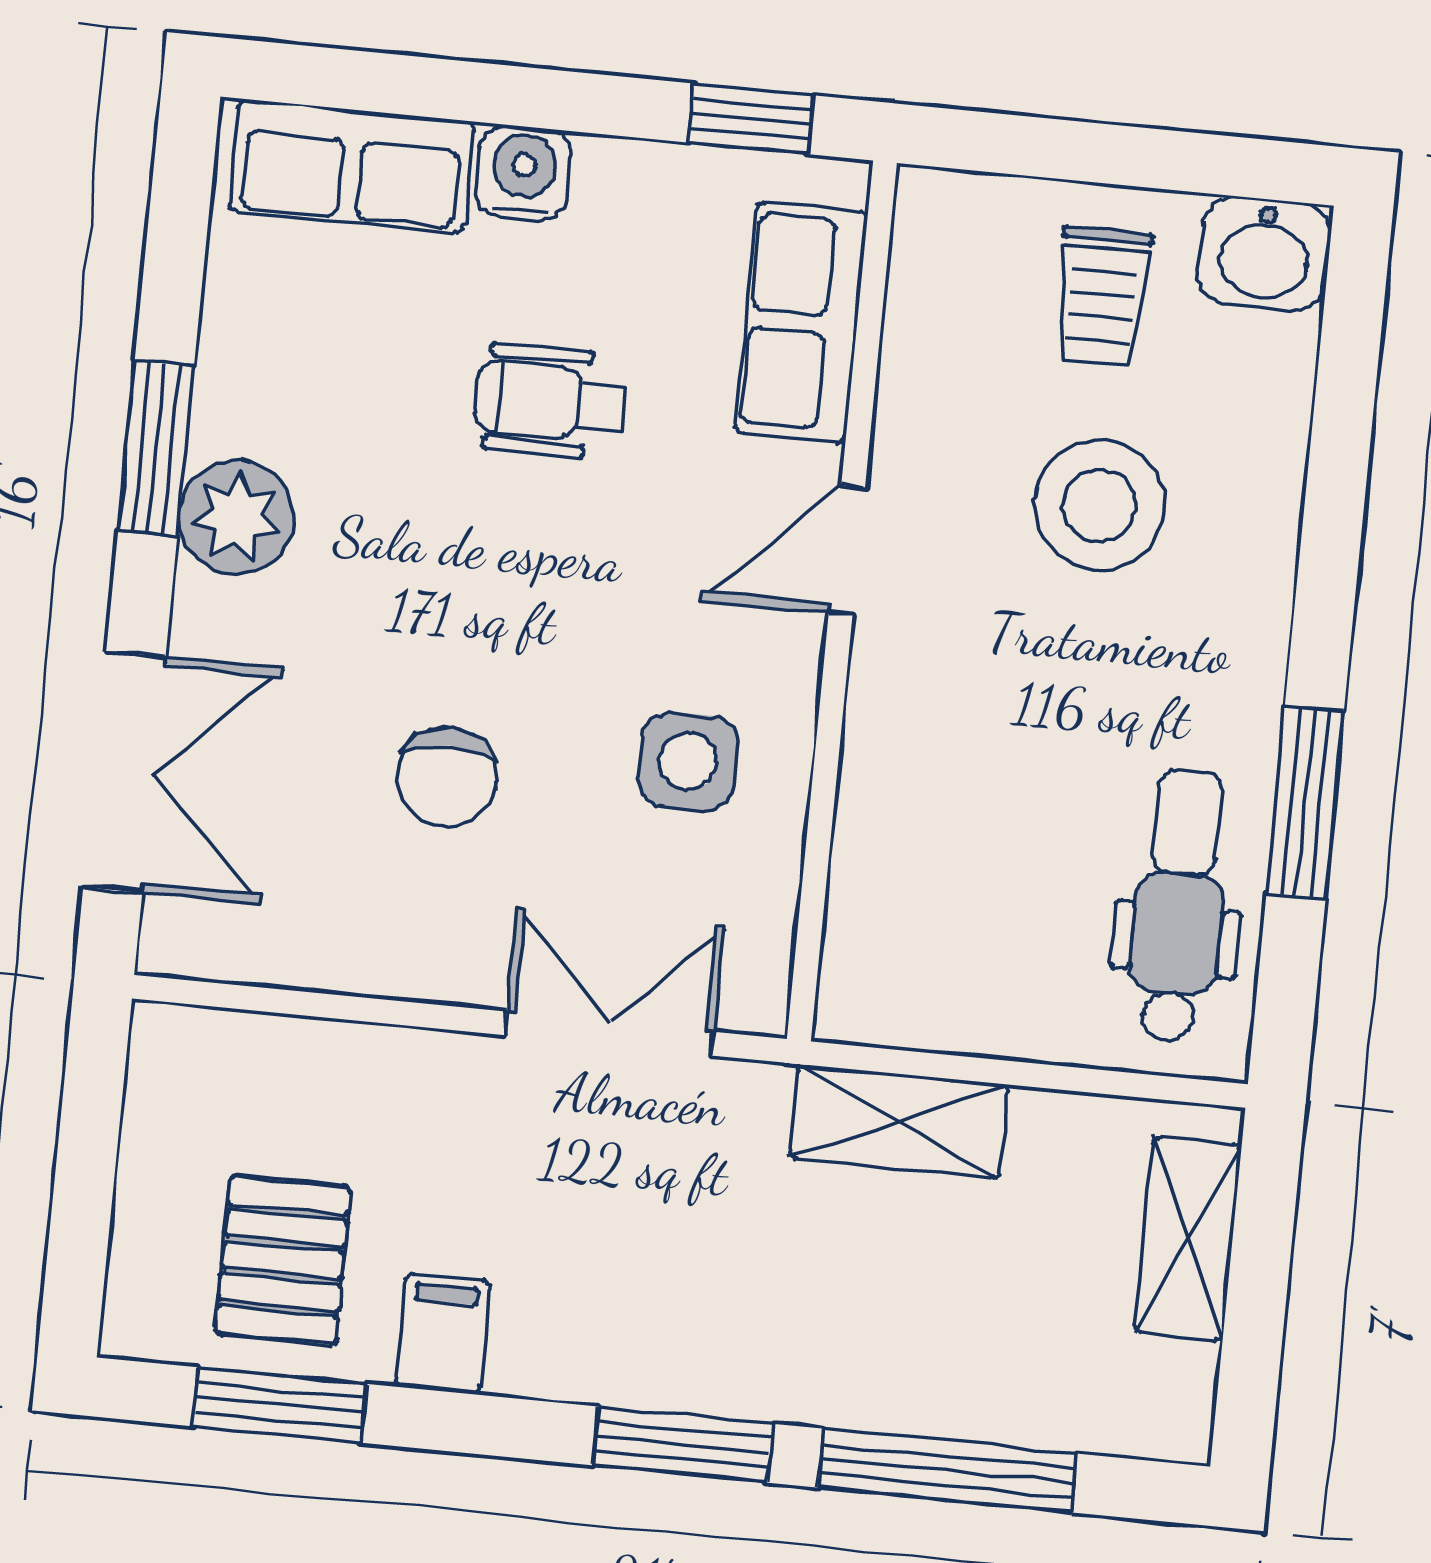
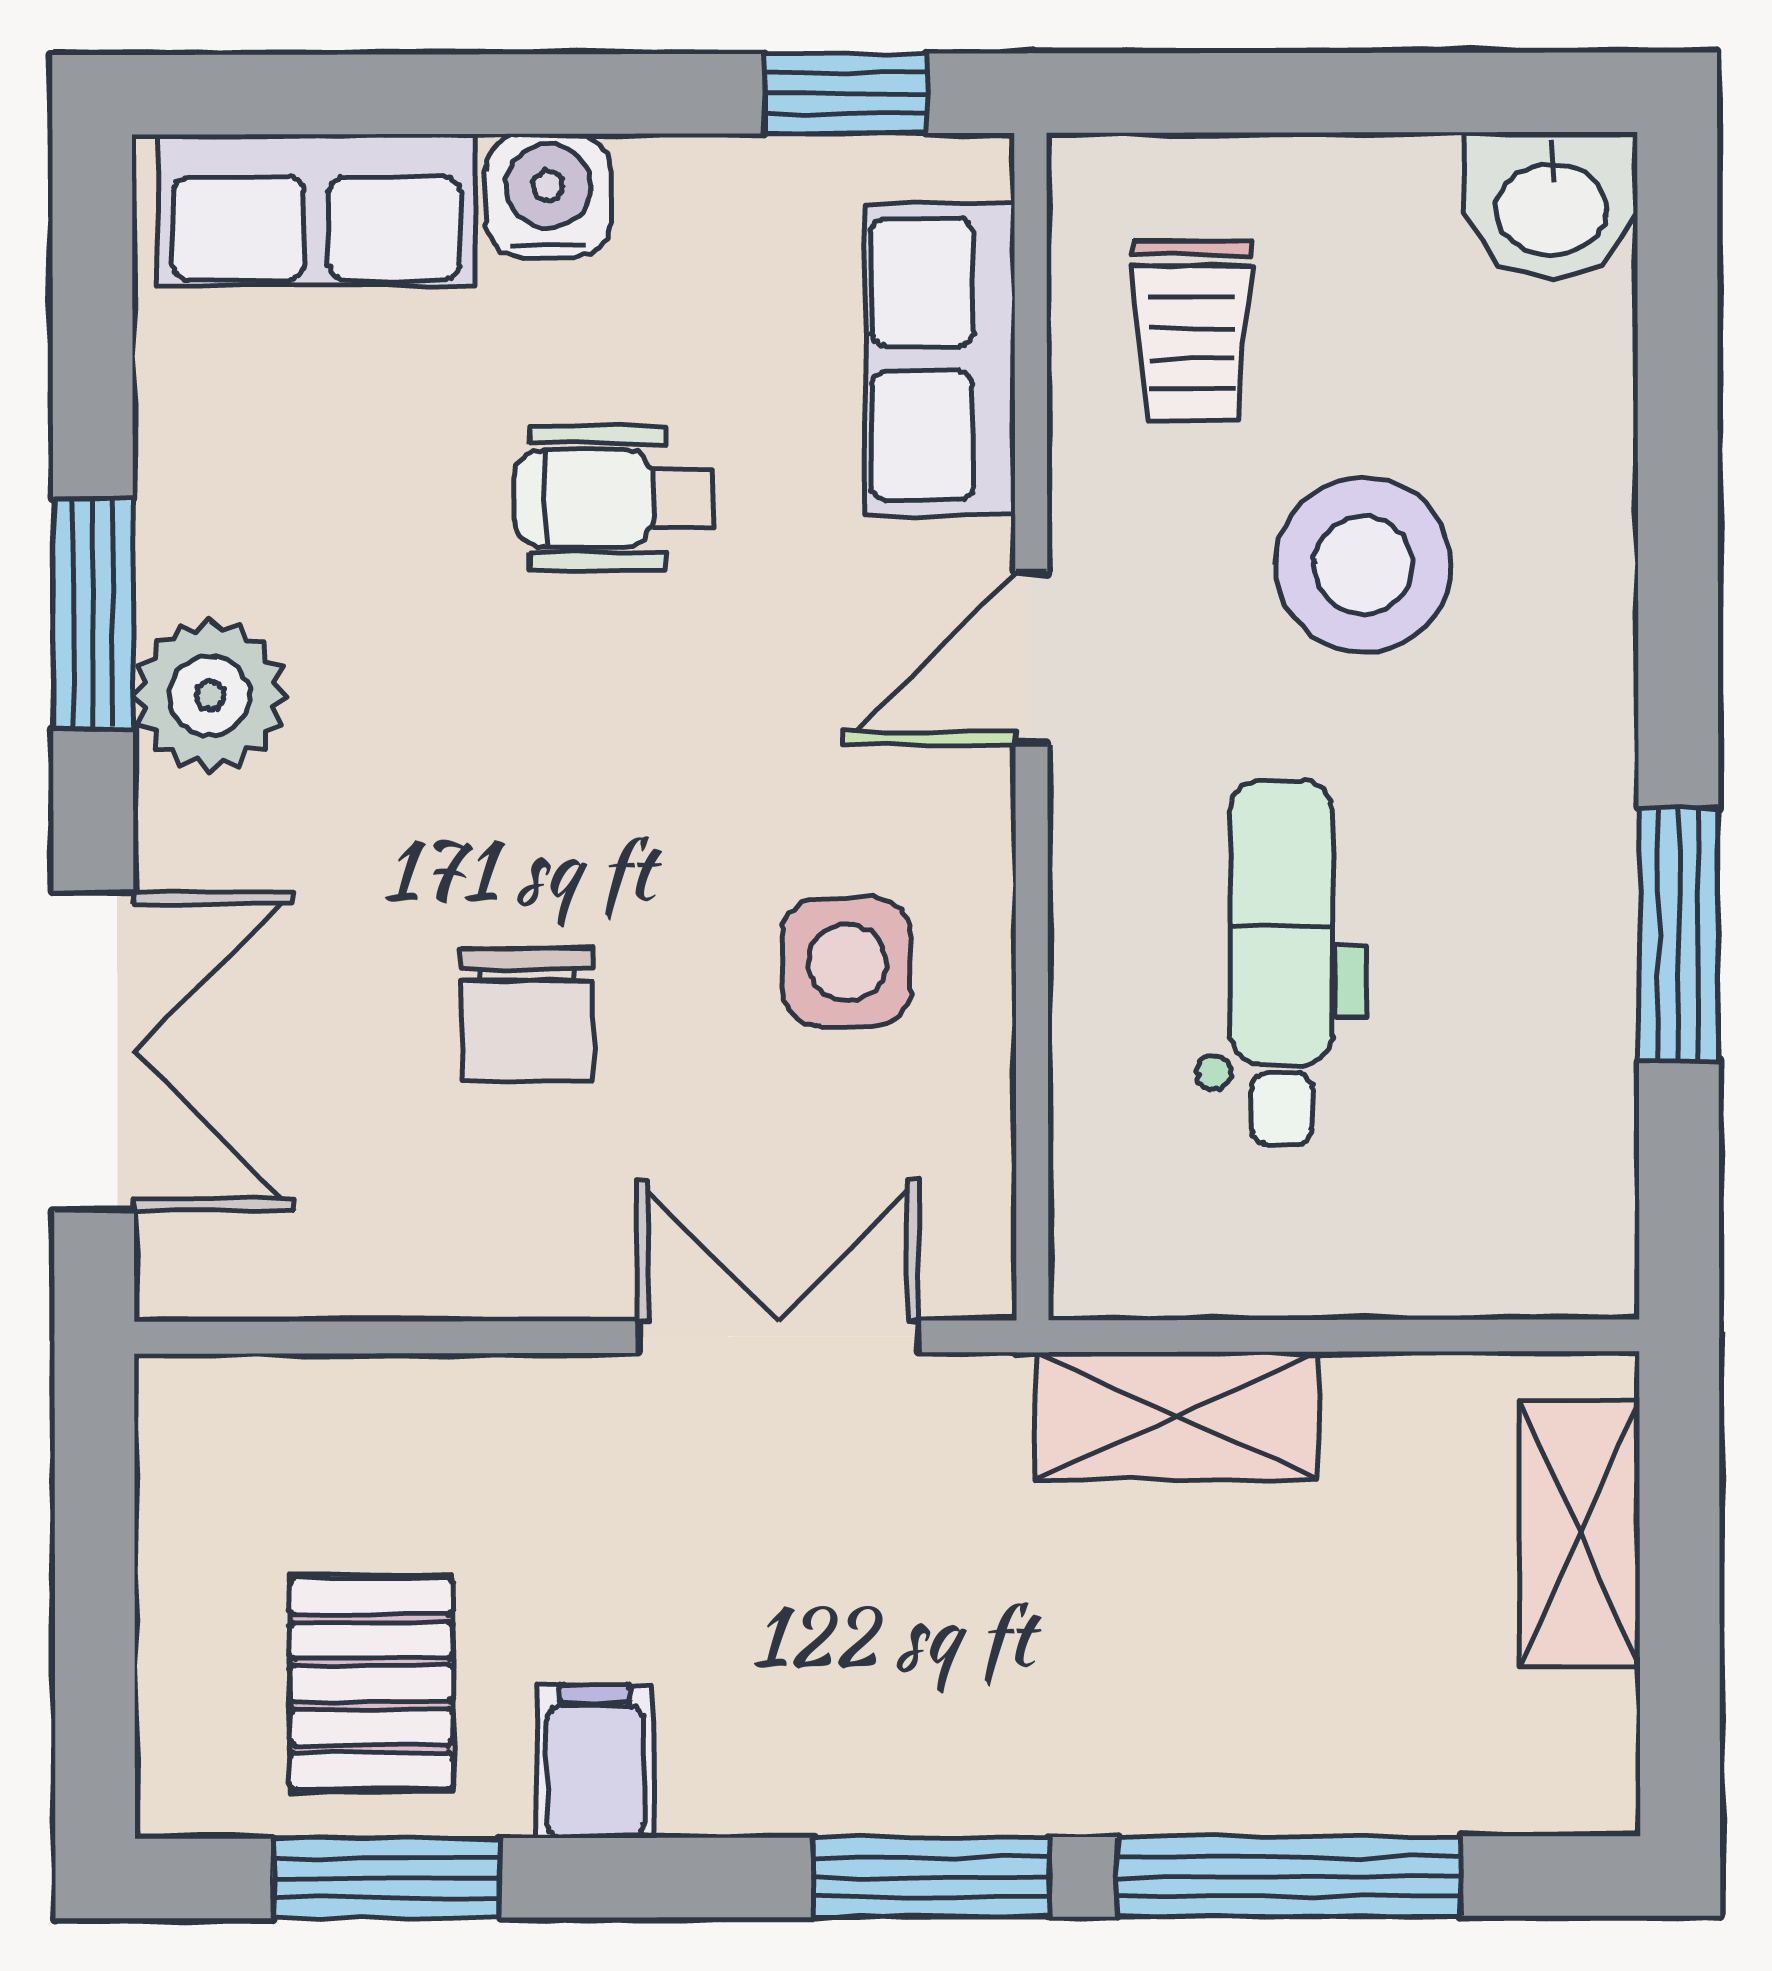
trolley: (1102, 297) -> (1192, 331), moved
dental chair: (1179, 906) -> (1281, 963), moved

